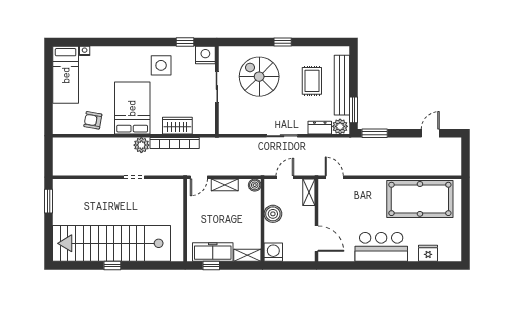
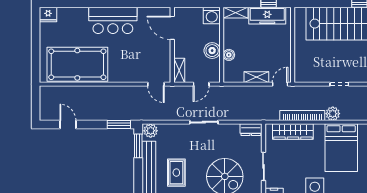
wardrobe: (177, 126) -> (293, 132), width x1.50
dresser: (320, 128) -> (251, 130), moved
door: (430, 133) -> (68, 124), swing flipped
boiler: (255, 185) -> (229, 55), moved
fridge: (428, 253) -> (48, 15), moved

